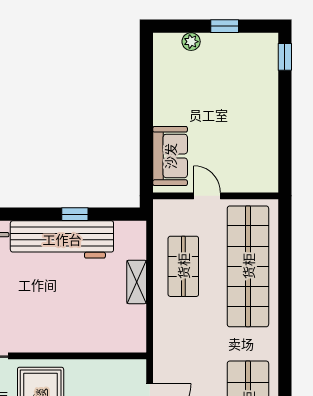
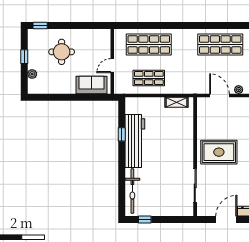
round table: (234, 98) -> (62, 52), added
shop shelf: (248, 266) -> (149, 45), width x0.71
shelving: (137, 282) -> (177, 102), moved

